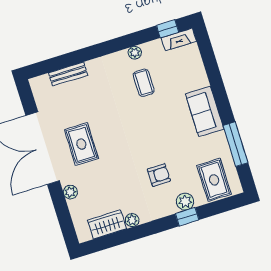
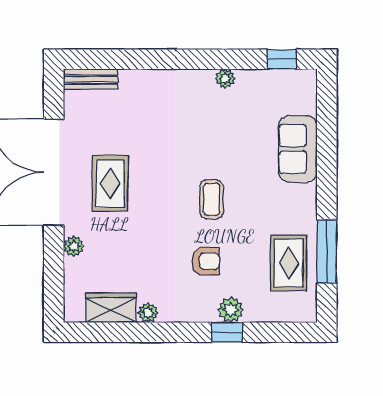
fireplace: (179, 39) -> (293, 79), removed
bench: (68, 74) -> (91, 79), moved
coffee table: (144, 83) -> (212, 199), moved
sofa: (205, 111) -> (298, 149), moved
rug: (214, 180) -> (289, 263), moved

